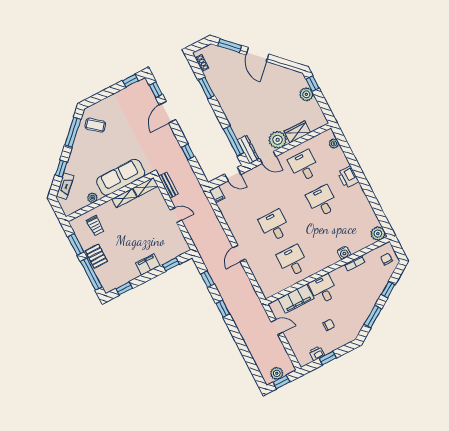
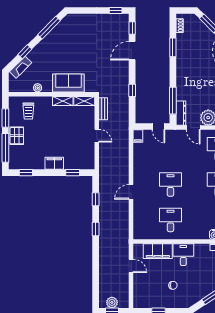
coffee table: (95, 125) -> (70, 31), removed
sofa: (121, 177) -> (68, 83), width x0.73
printer: (317, 353) -> (152, 303), removed

